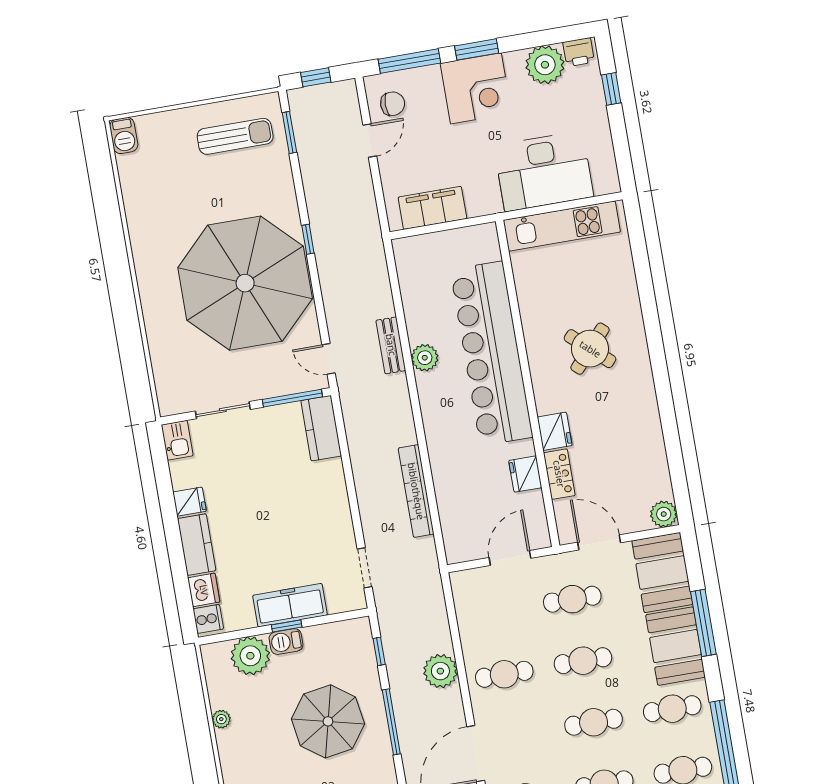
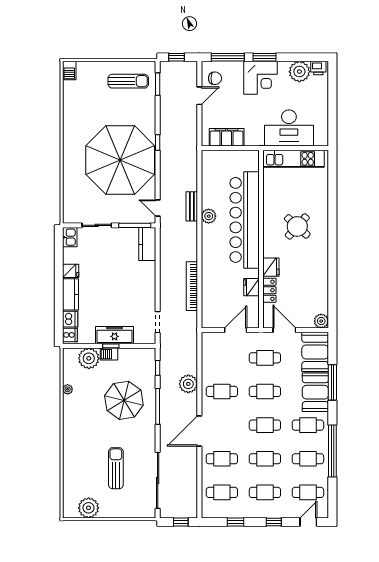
window: (611, 89) -> (332, 90), removed

